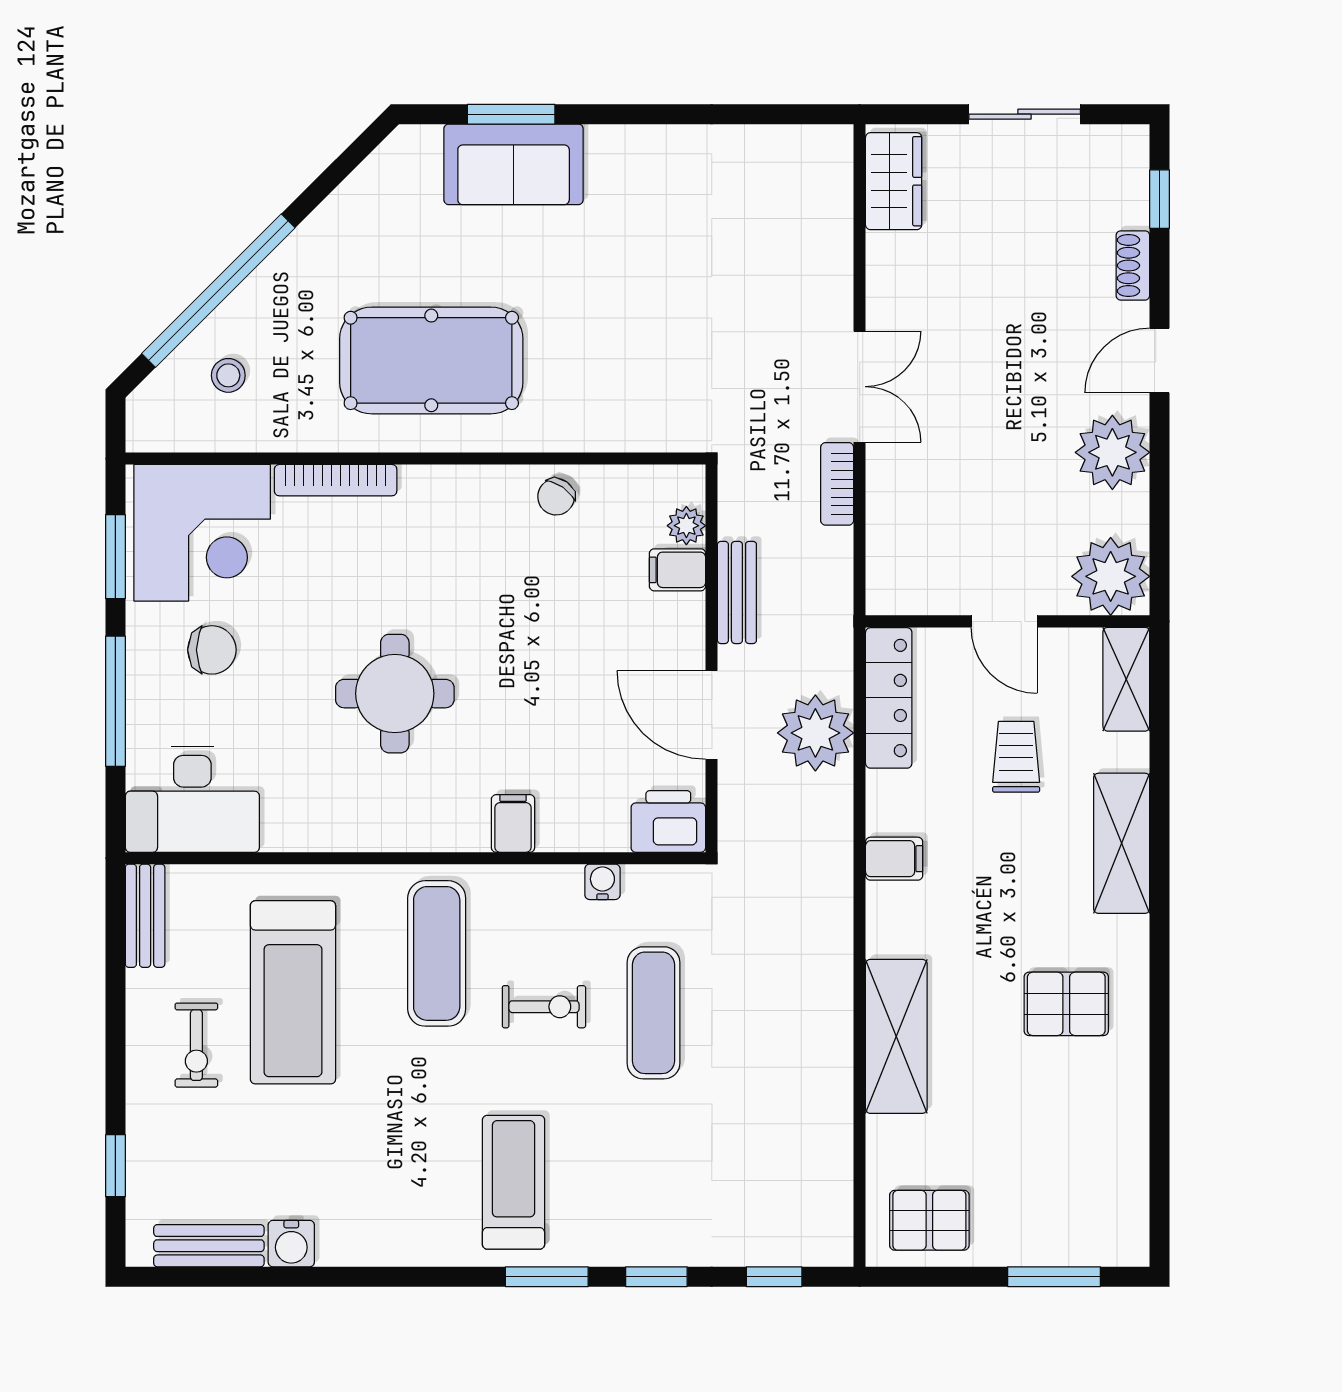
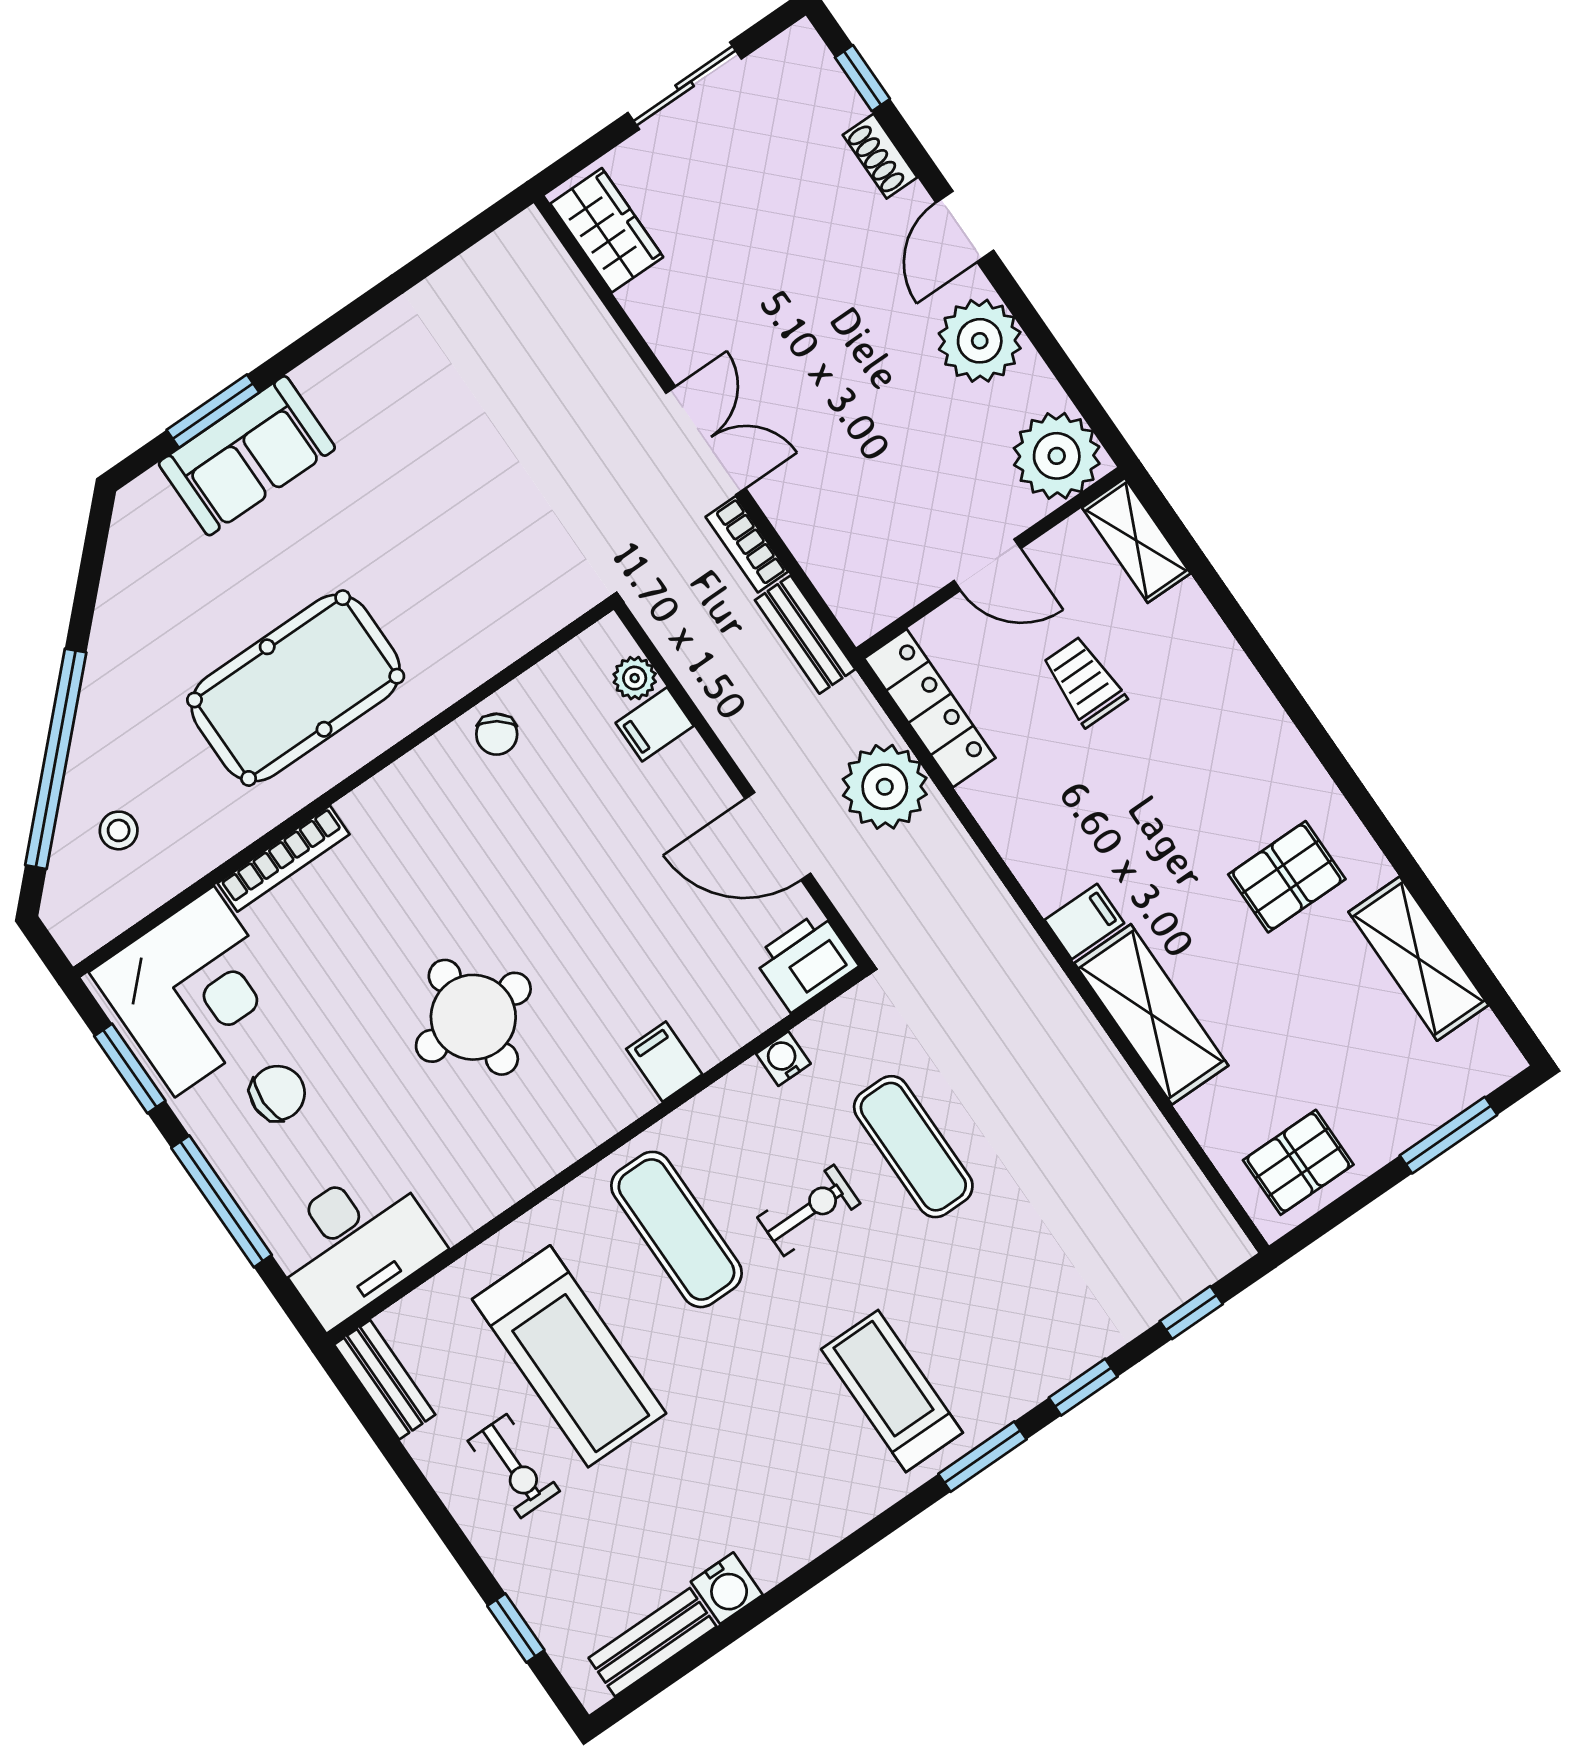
bench: (737, 592) -> (805, 635), moved
shelving: (1122, 843) -> (1418, 959), moved
filing cabinet: (894, 859) -> (1084, 922), moved

